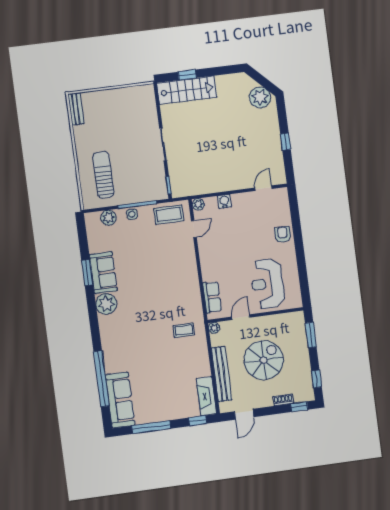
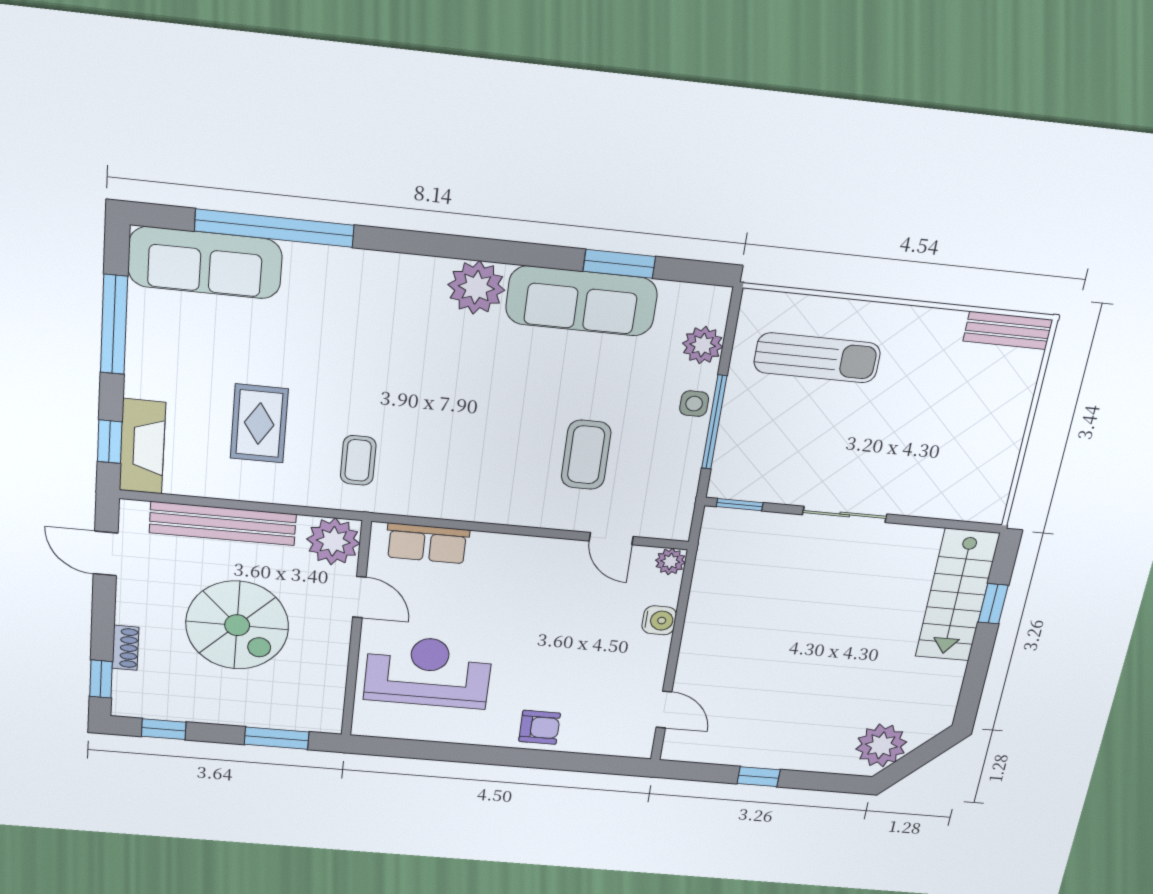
coffee table: (169, 215) -> (586, 455), moved
window: (87, 273) -> (619, 264), moved
sofa: (103, 273) -> (582, 301), width x1.36
plant: (214, 328) -> (333, 541), width x1.88, depth x1.88
rug: (178, 369) -> (259, 424), added
fireplace: (206, 396) -> (142, 447), moved, turned 90

